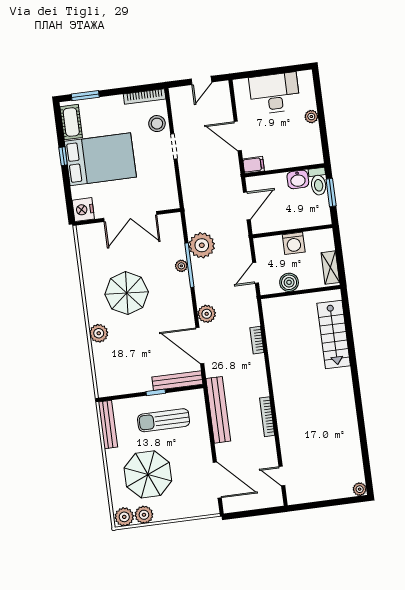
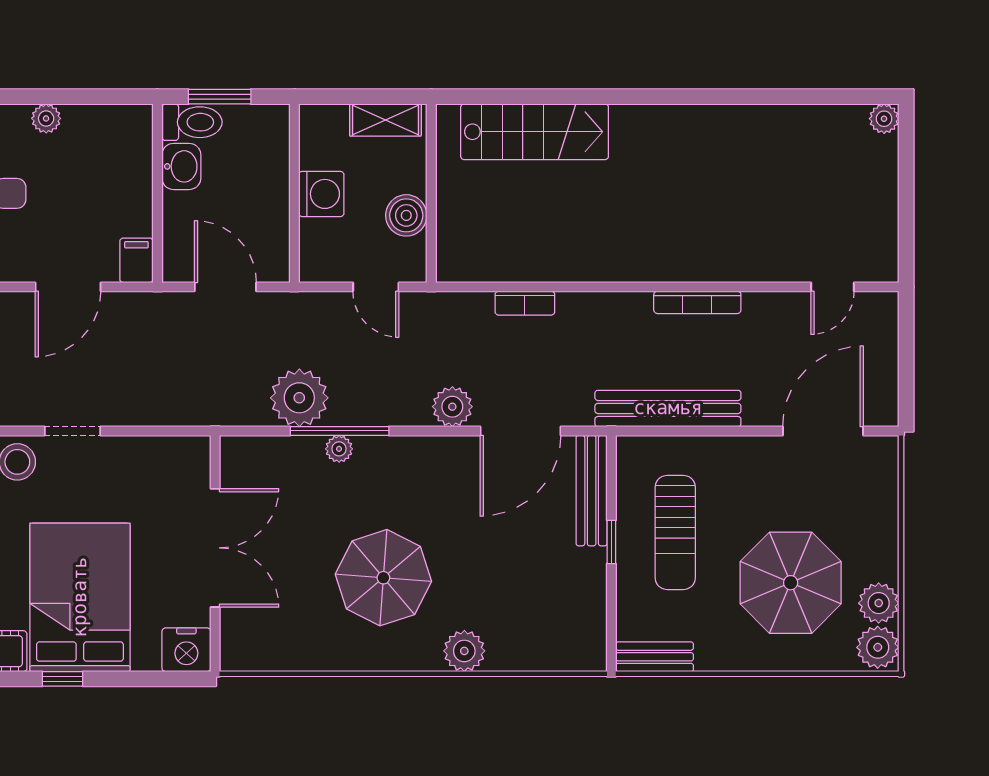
bench: (108, 424) -> (655, 657), width x0.73

